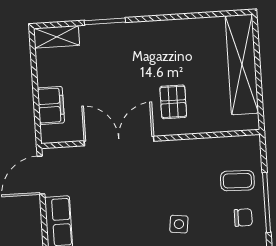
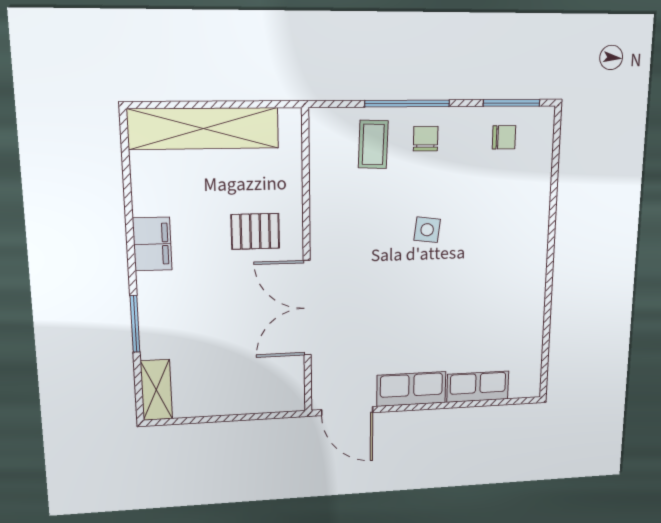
filing cabinet: (51, 105) -> (152, 244), moved, turned 90

